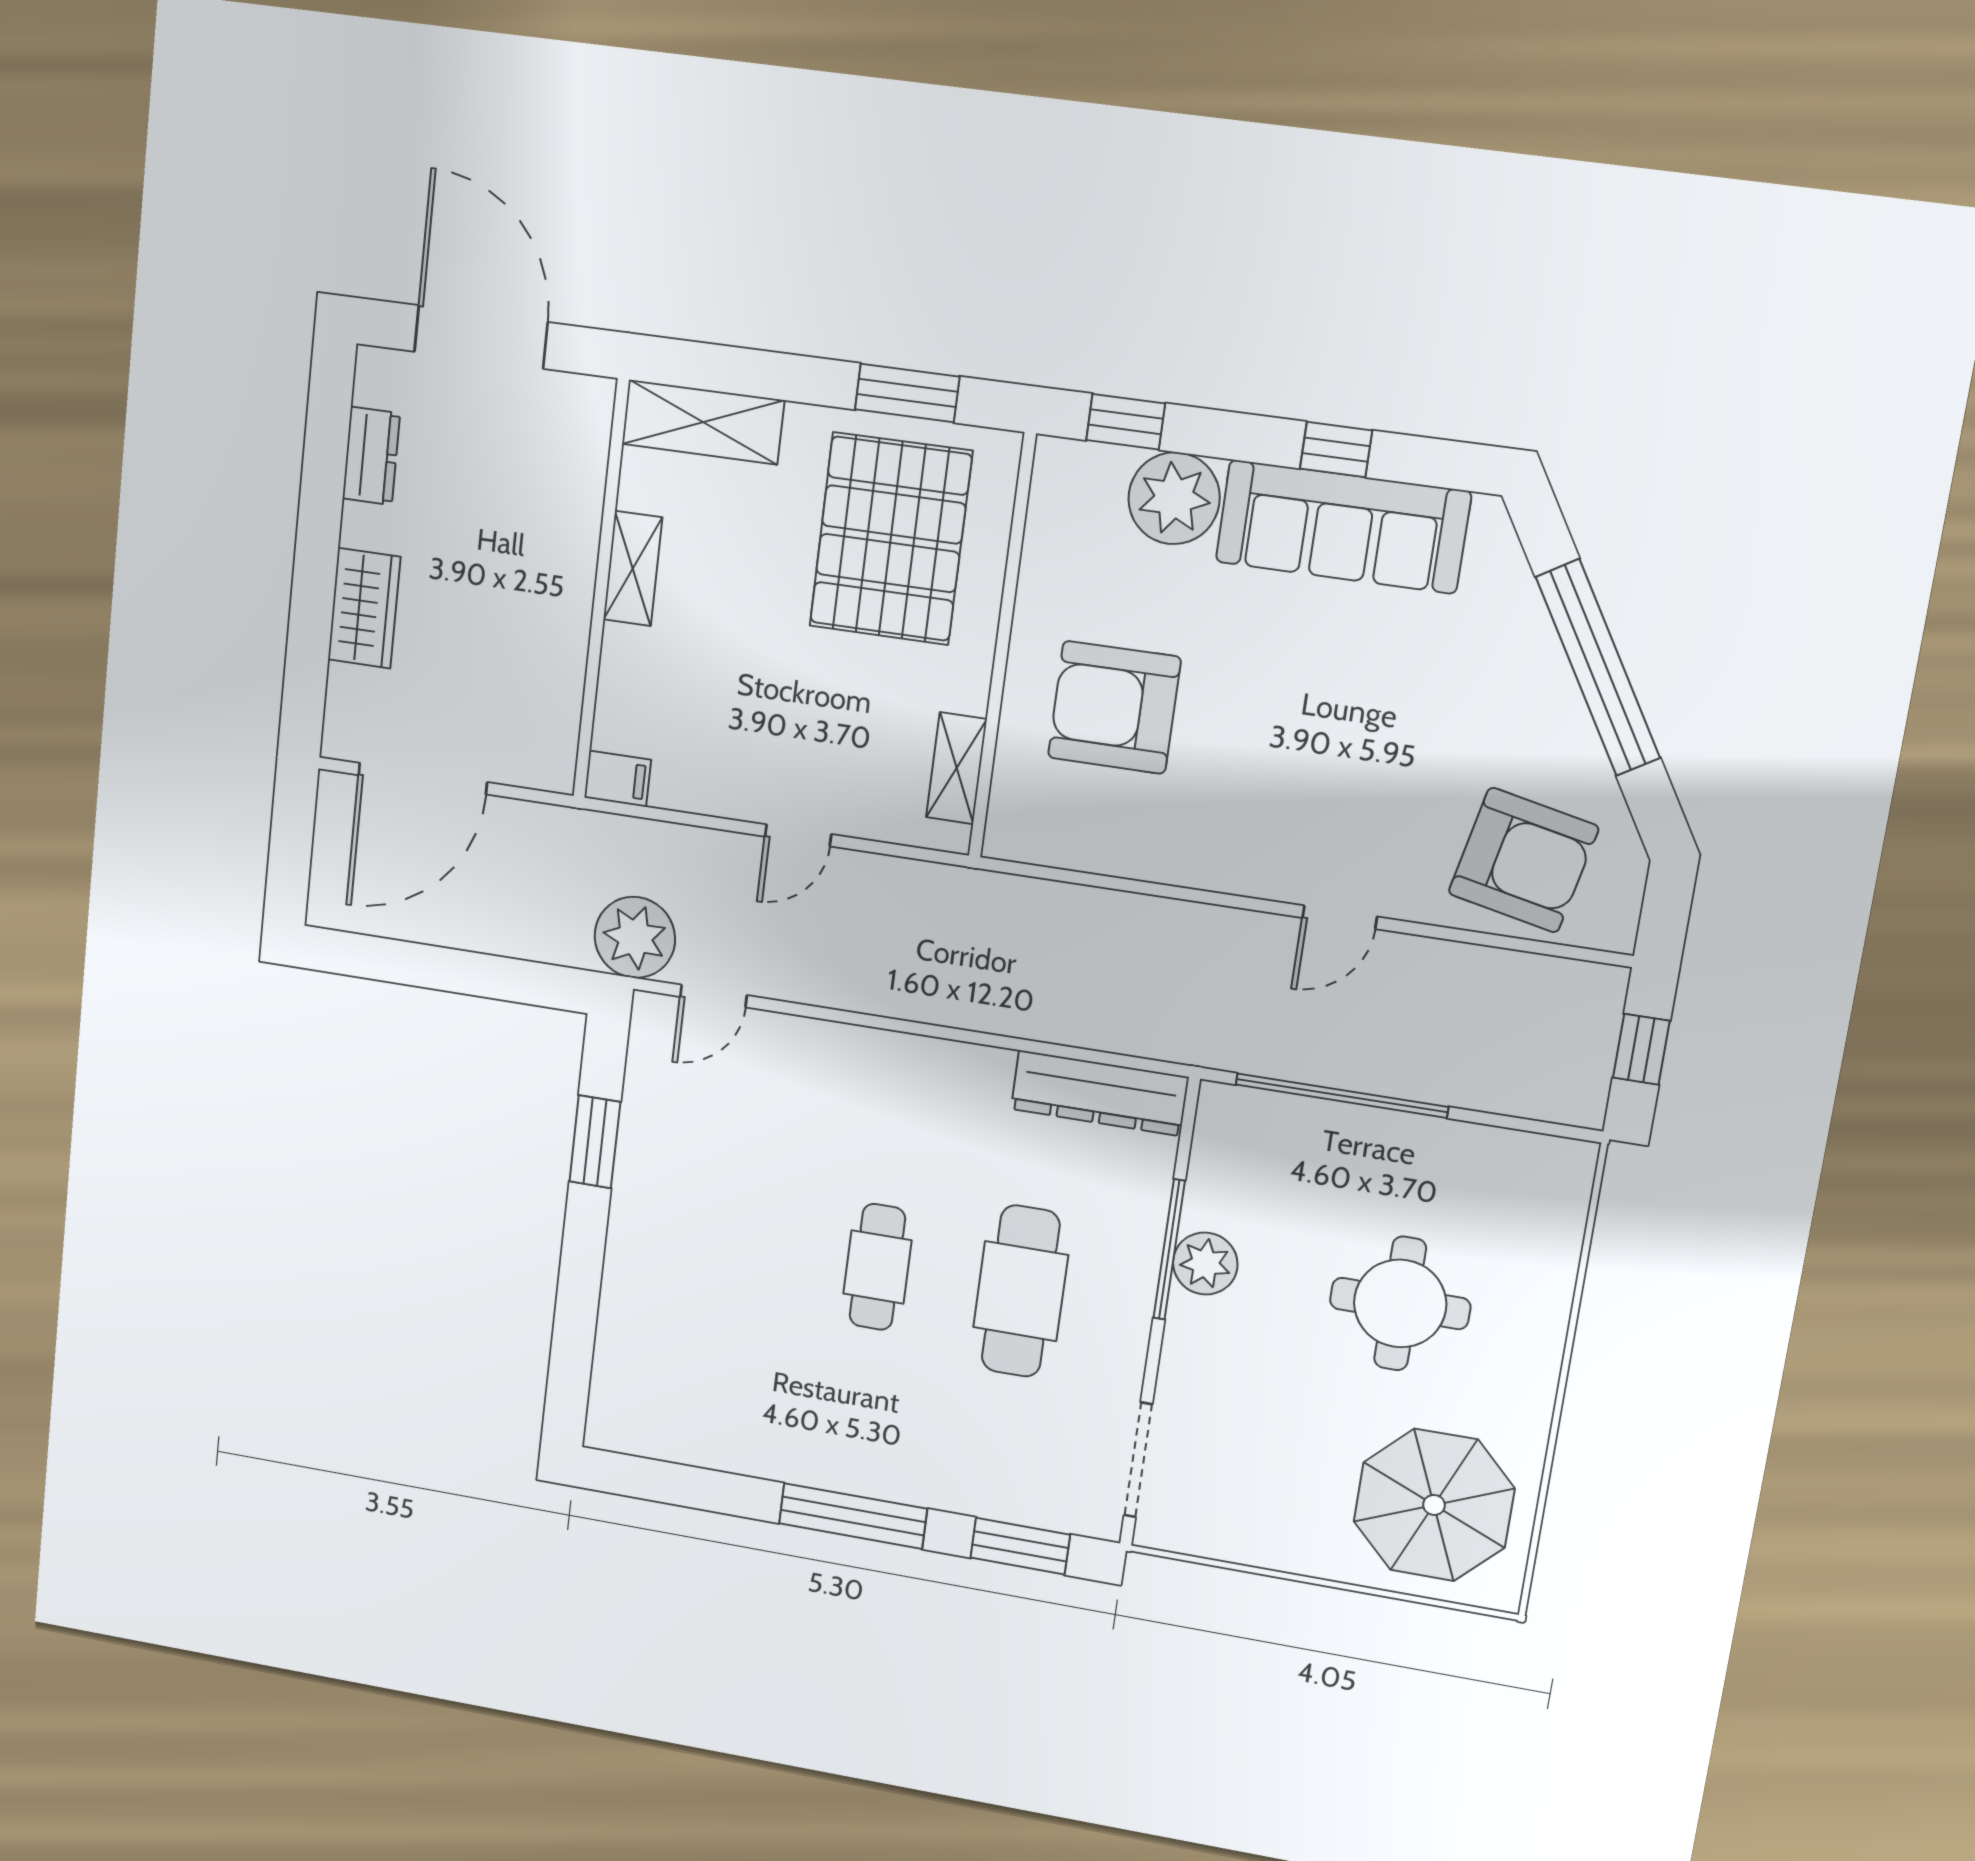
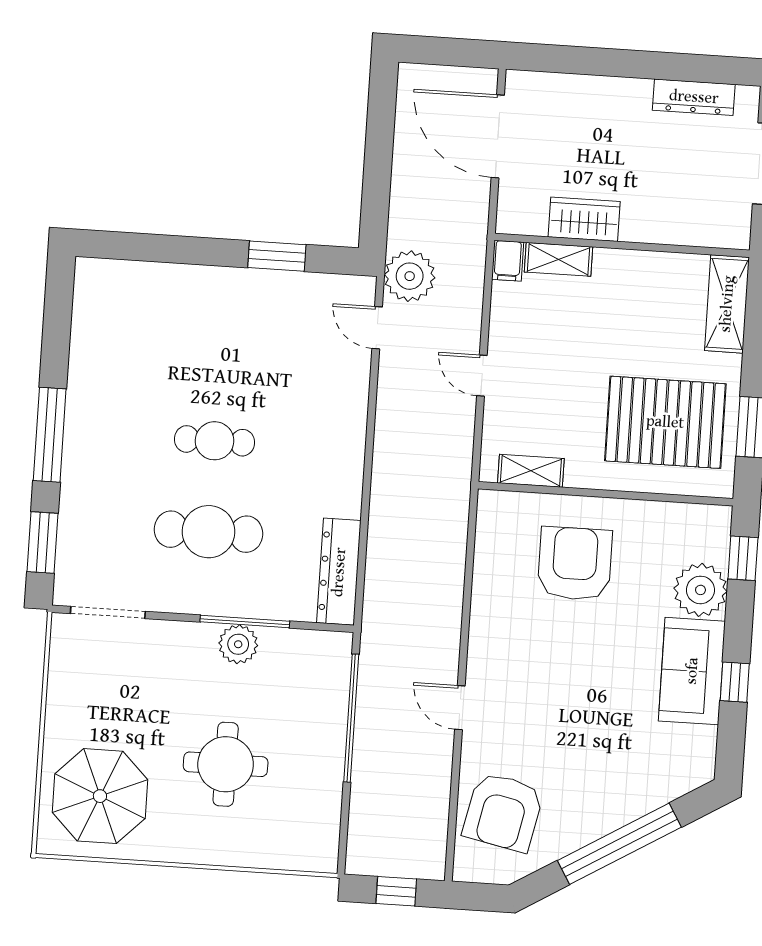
dresser: (371, 456) -> (694, 97), width x1.44
sofa: (1343, 527) -> (692, 671), width x0.73
shelving: (633, 568) -> (559, 259), moved
wardrobe: (364, 608) -> (584, 219), moved, turned 180

